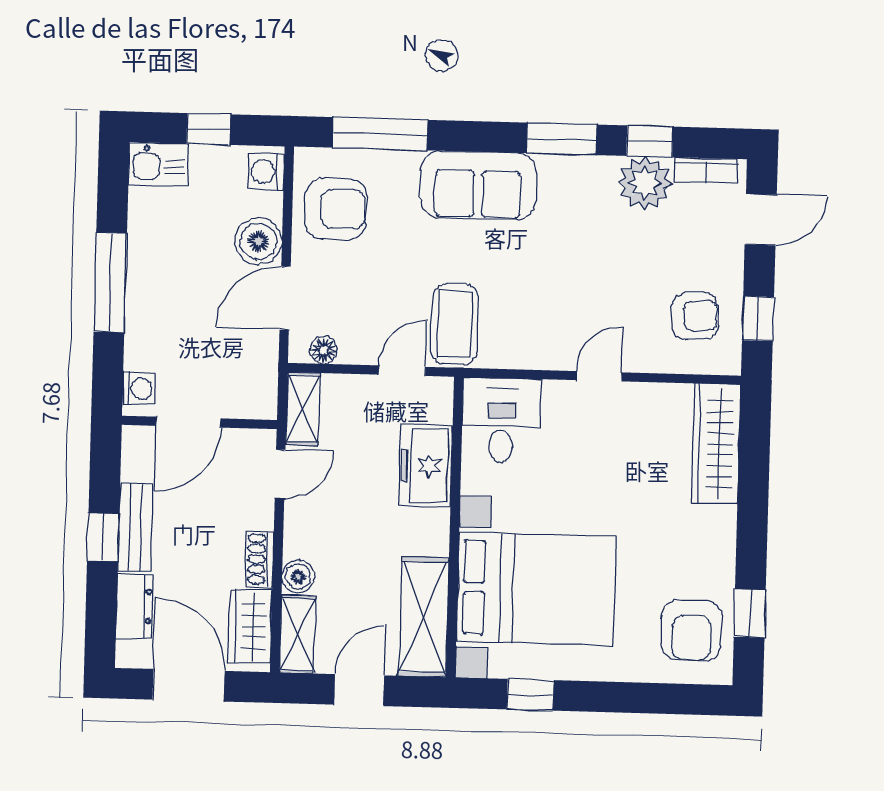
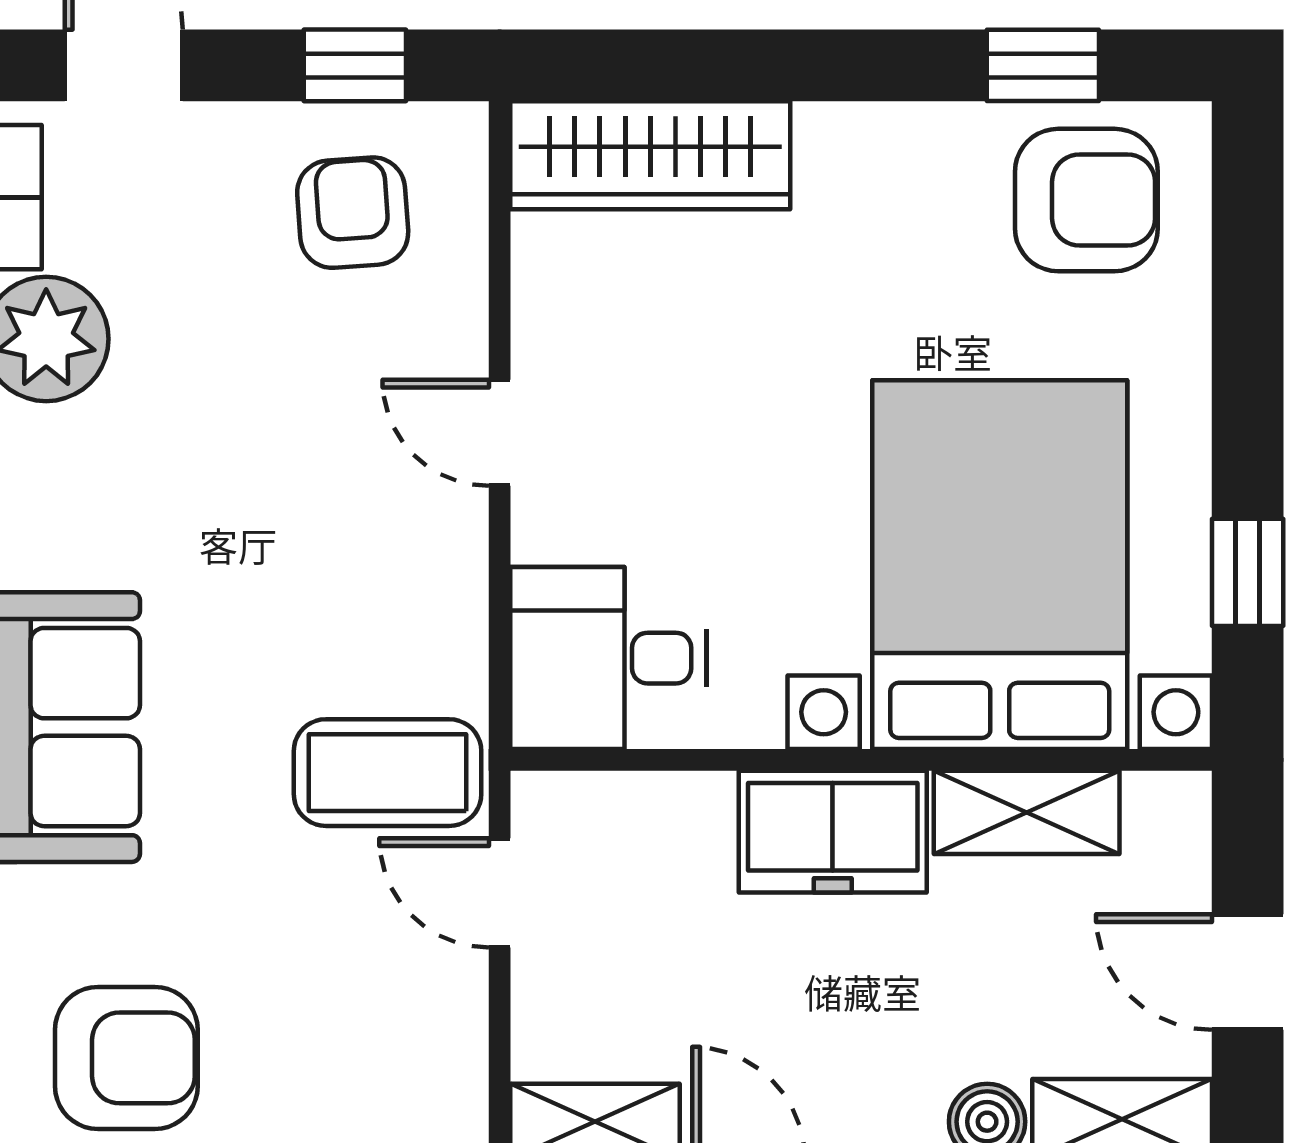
armchair: (336, 209) -> (126, 1058), turned 90
floor lamp: (324, 350) -> (457, 1077), removed
freezer: (426, 466) -> (833, 832), moved
shelving: (424, 617) -> (1027, 812), width x0.67, depth x0.75

